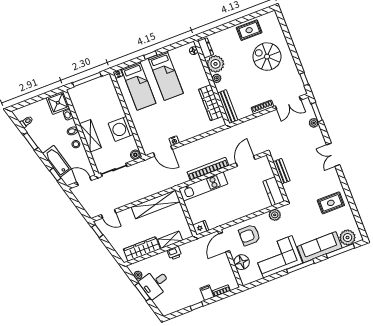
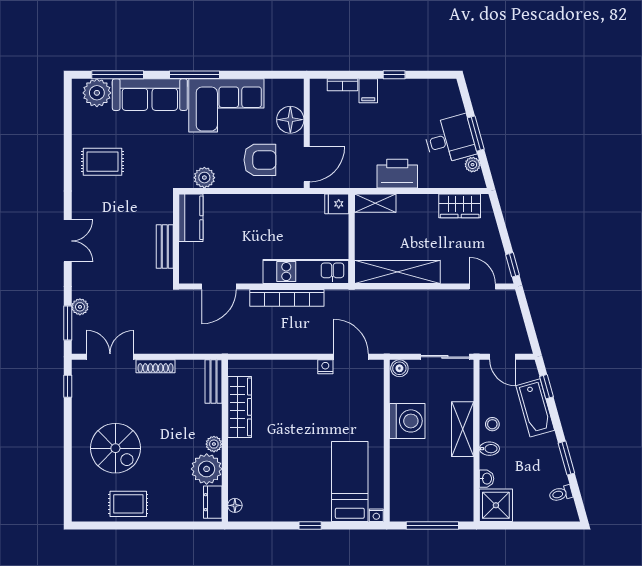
bed: (166, 76) -> (298, 481), removed
bench: (228, 107) -> (214, 382), width x0.73
shelving: (170, 240) -> (375, 203), moved
wardrobe: (142, 249) -> (460, 206), width x0.67
printer: (174, 253) -> (397, 174), width x1.87, depth x1.48

